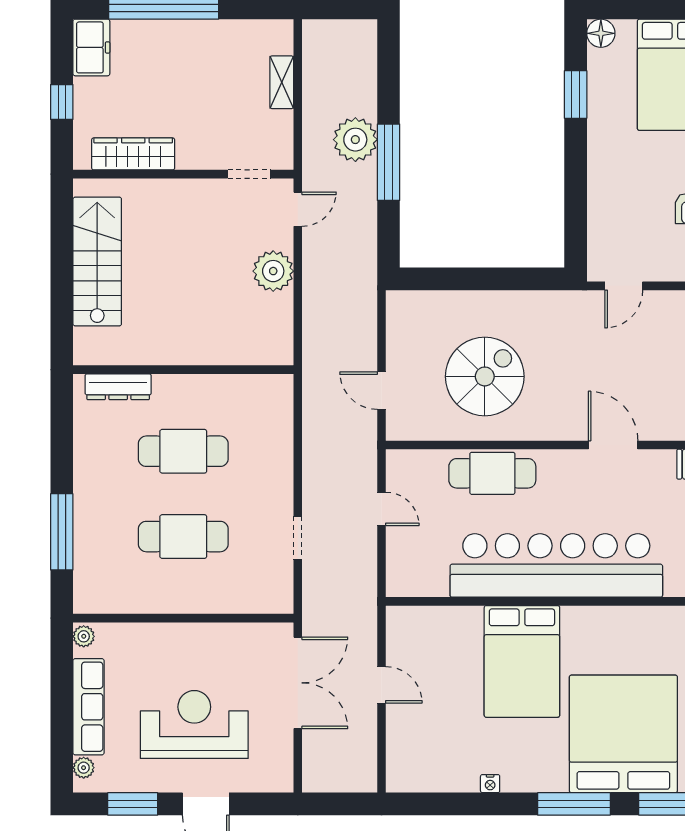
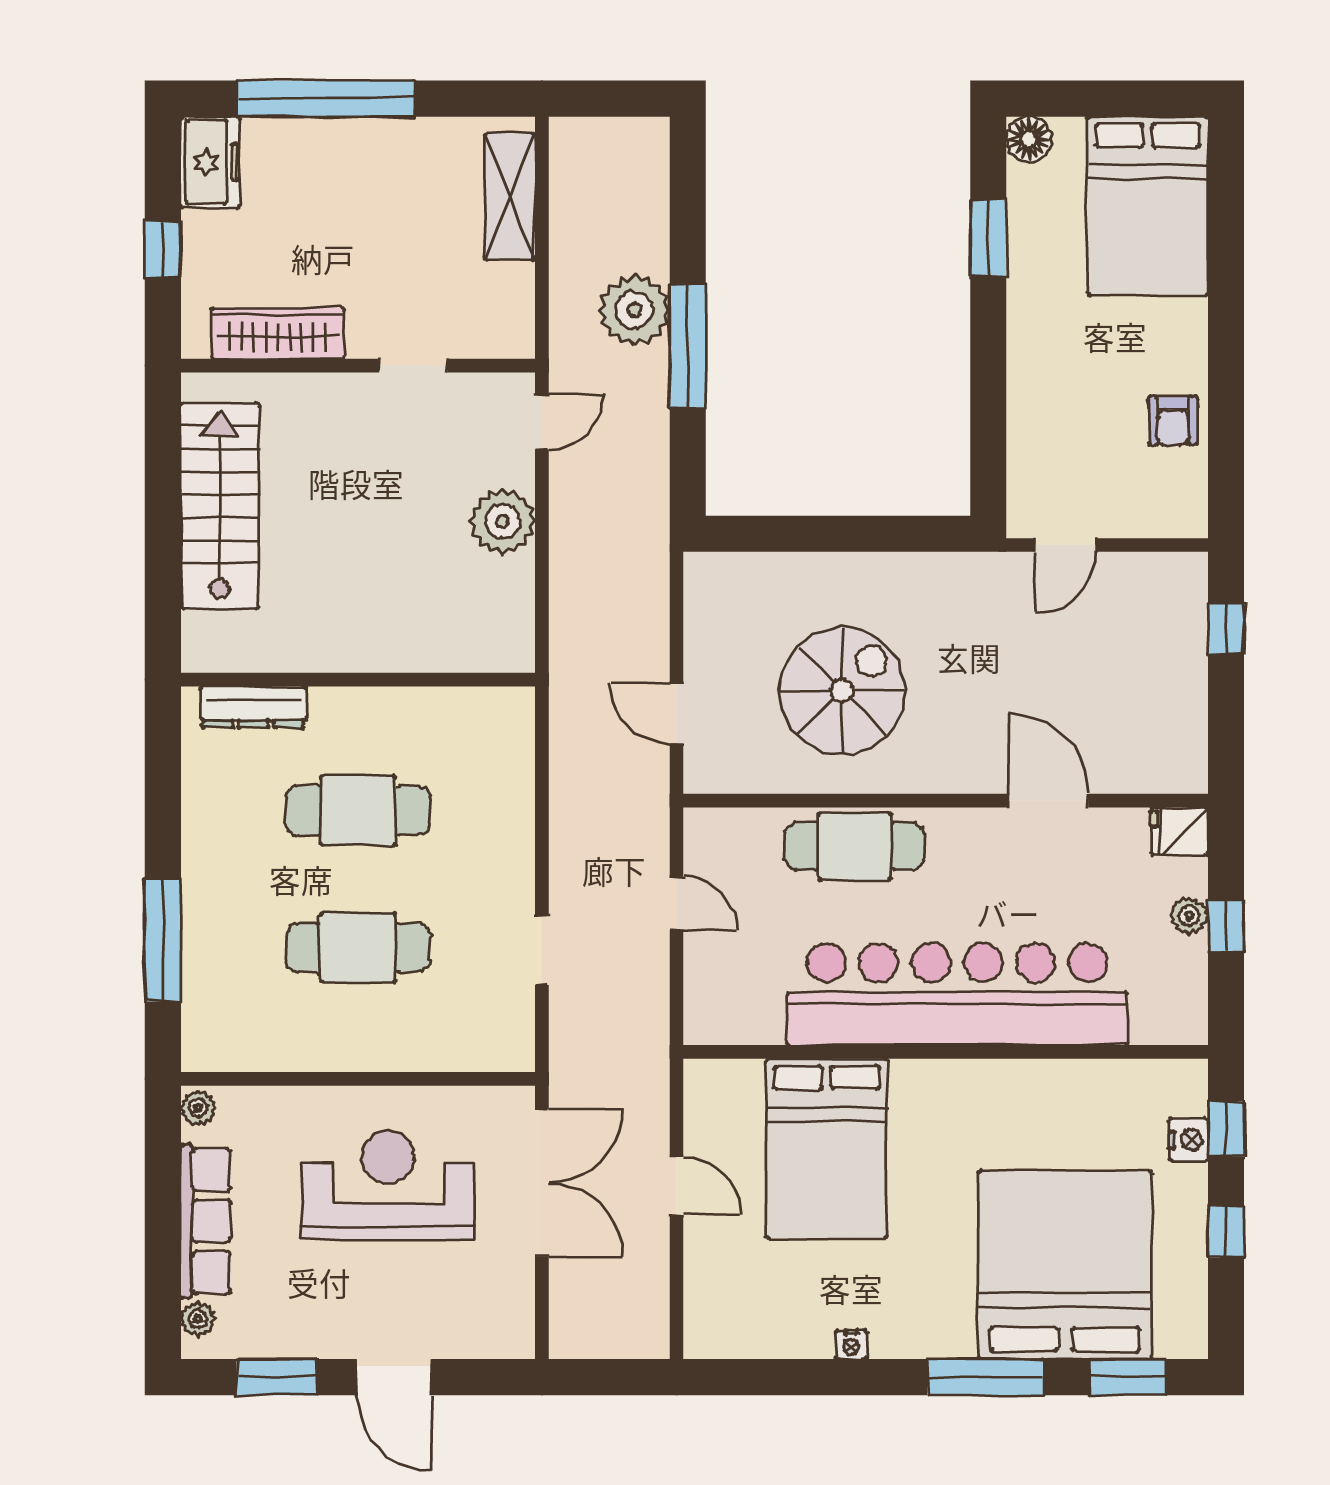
shelving: (282, 82) -> (510, 197), width x1.50, depth x1.33
doorway: (249, 174) -> (413, 366), moved
bed: (522, 661) -> (827, 1148), moved
reception desk: (194, 724) -> (388, 1185), moved

